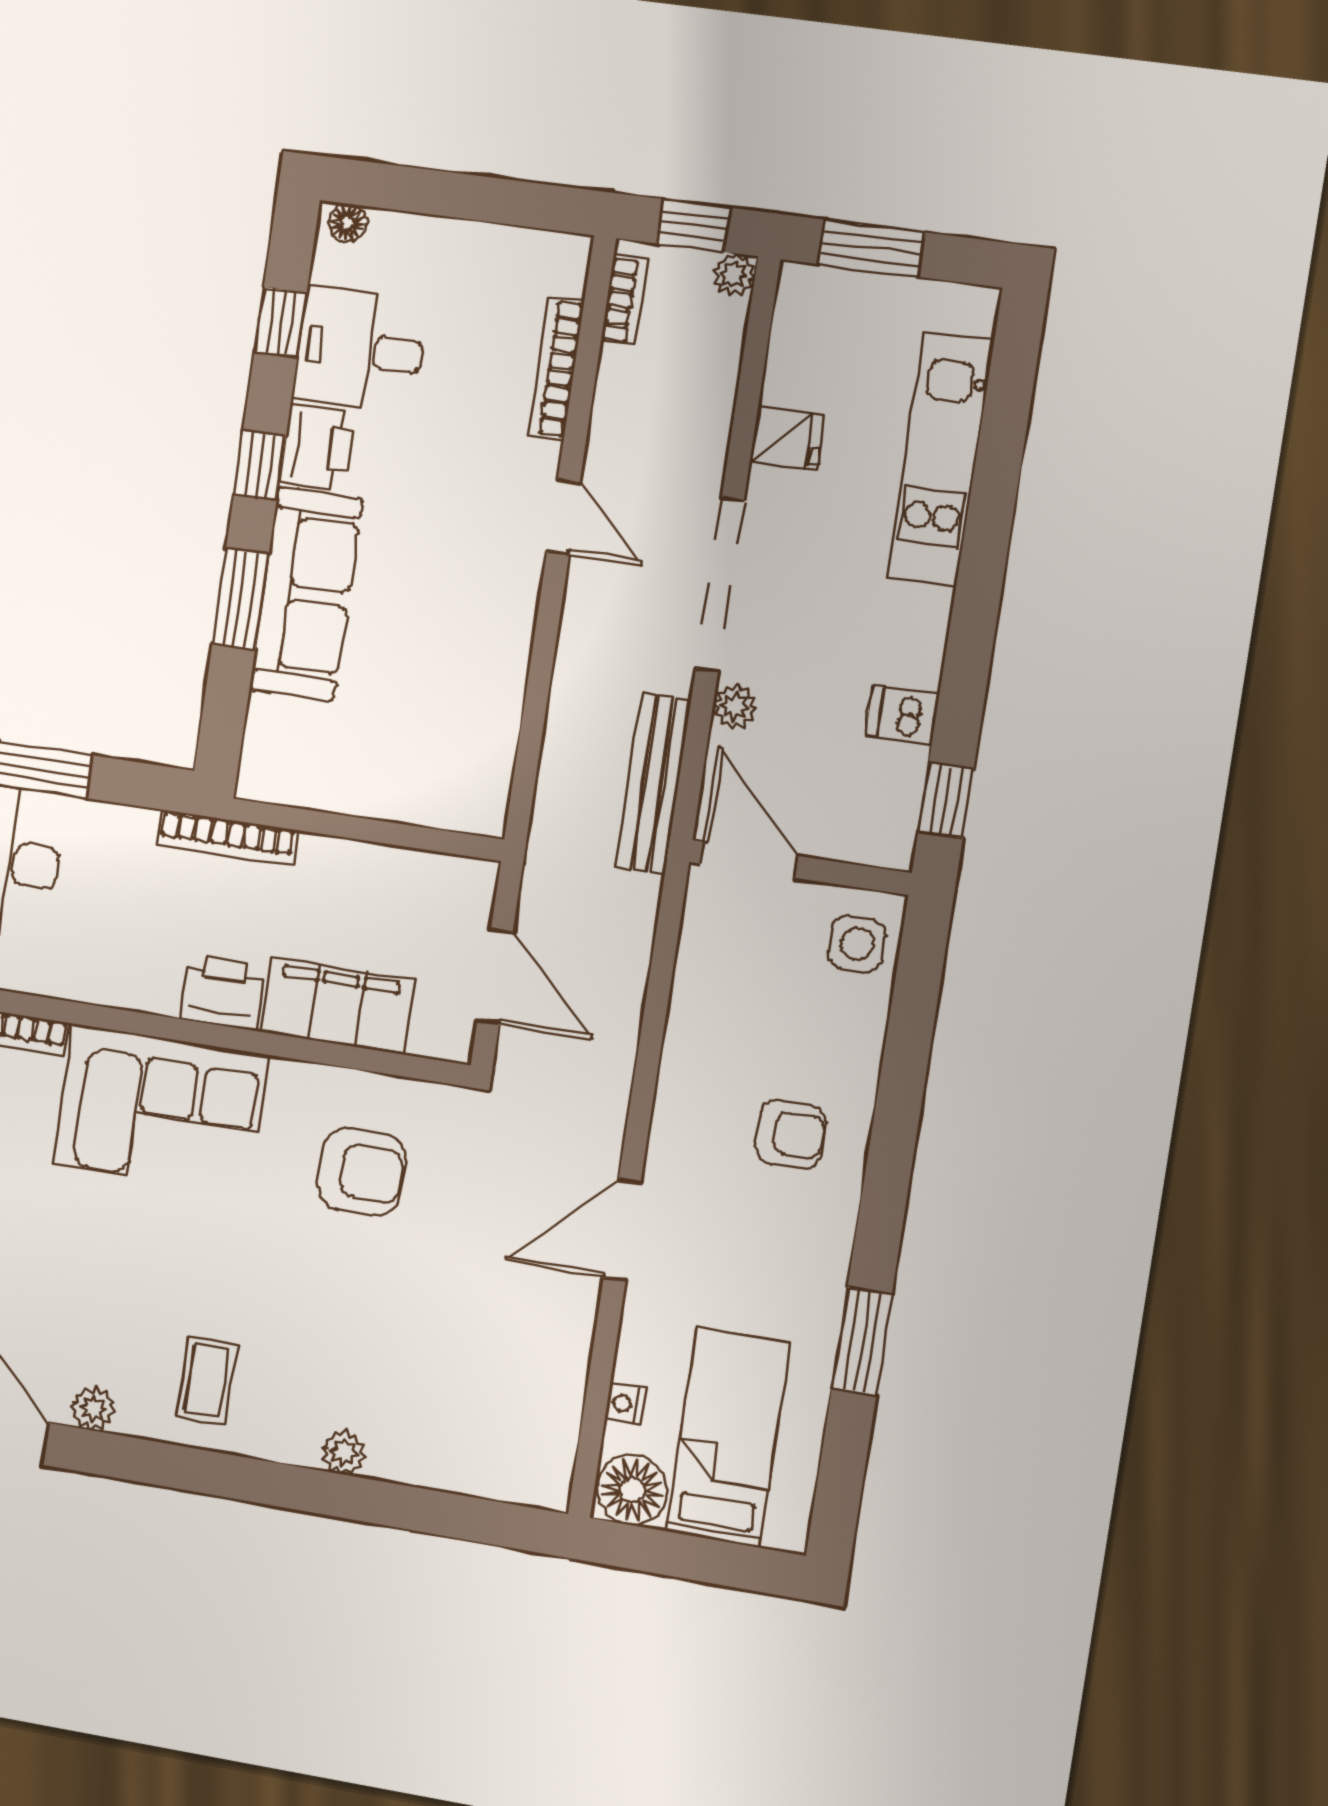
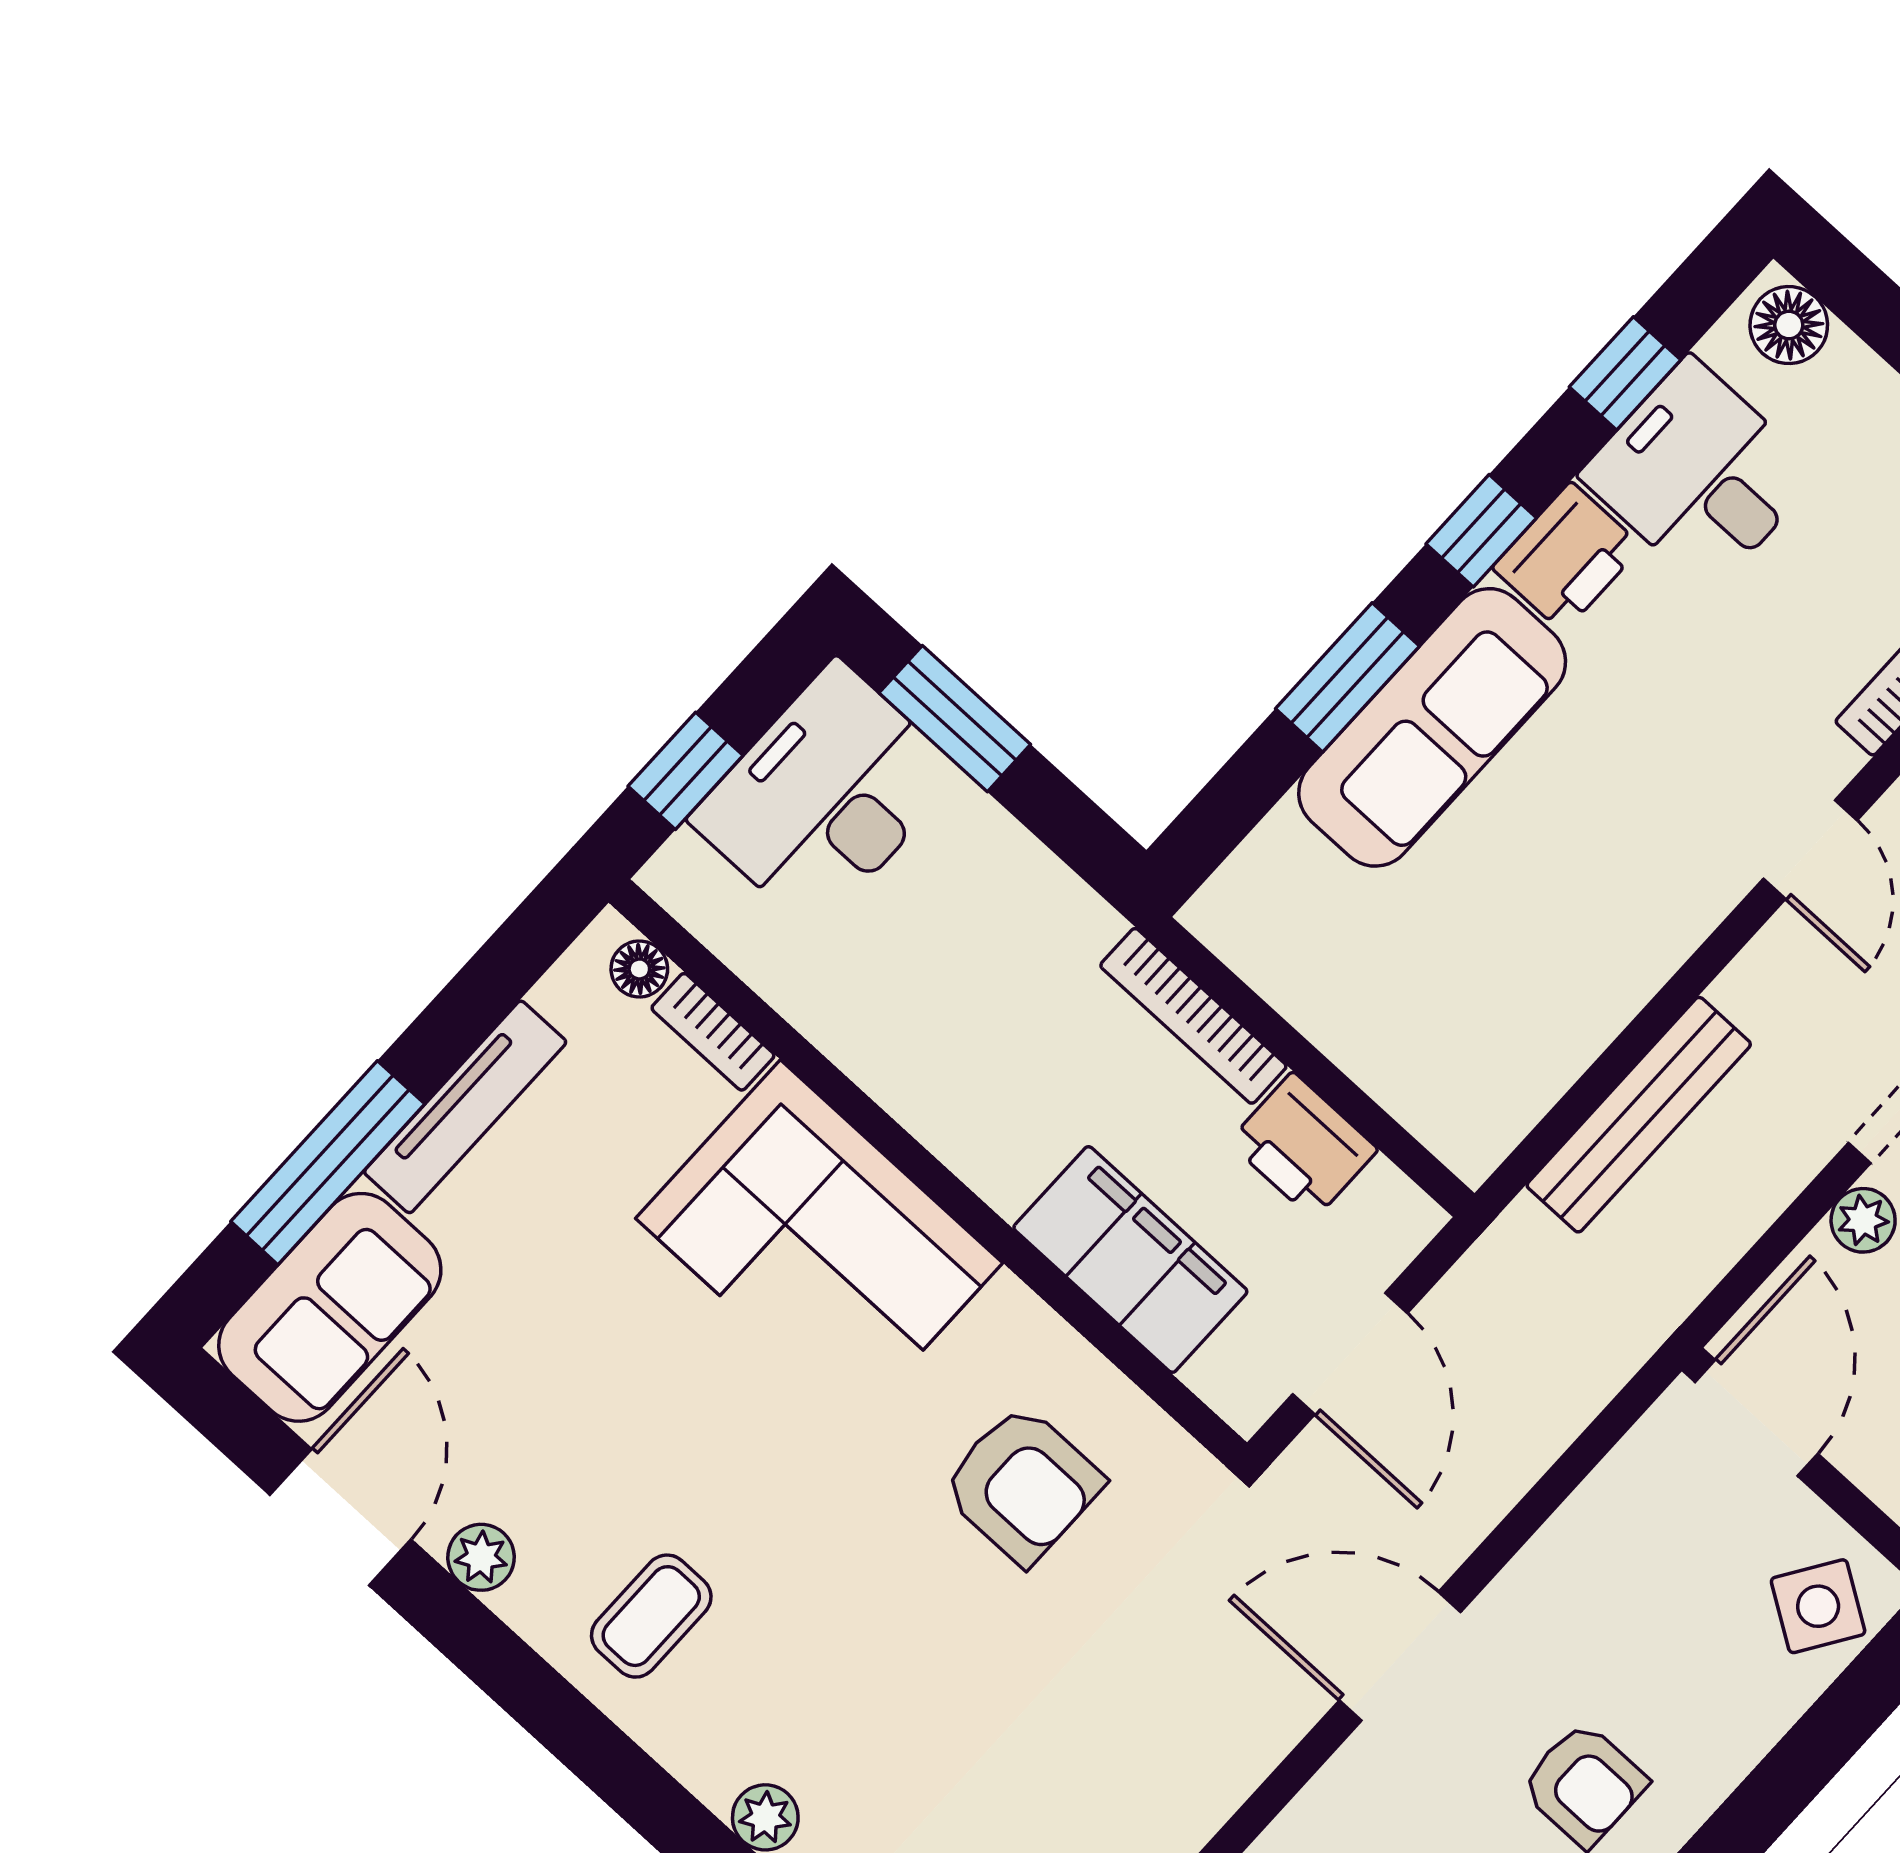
floor lamp: (347, 223) -> (1789, 325), width x1.37, depth x1.37
bench: (654, 784) -> (1639, 1115), moved
bookcase: (227, 837) -> (1193, 1016), moved
side table: (857, 944) -> (1818, 1606), turned 33
printer: (223, 993) -> (1303, 1146), moved, turned 180
door: (622, 1230) -> (1400, 1656), moved

